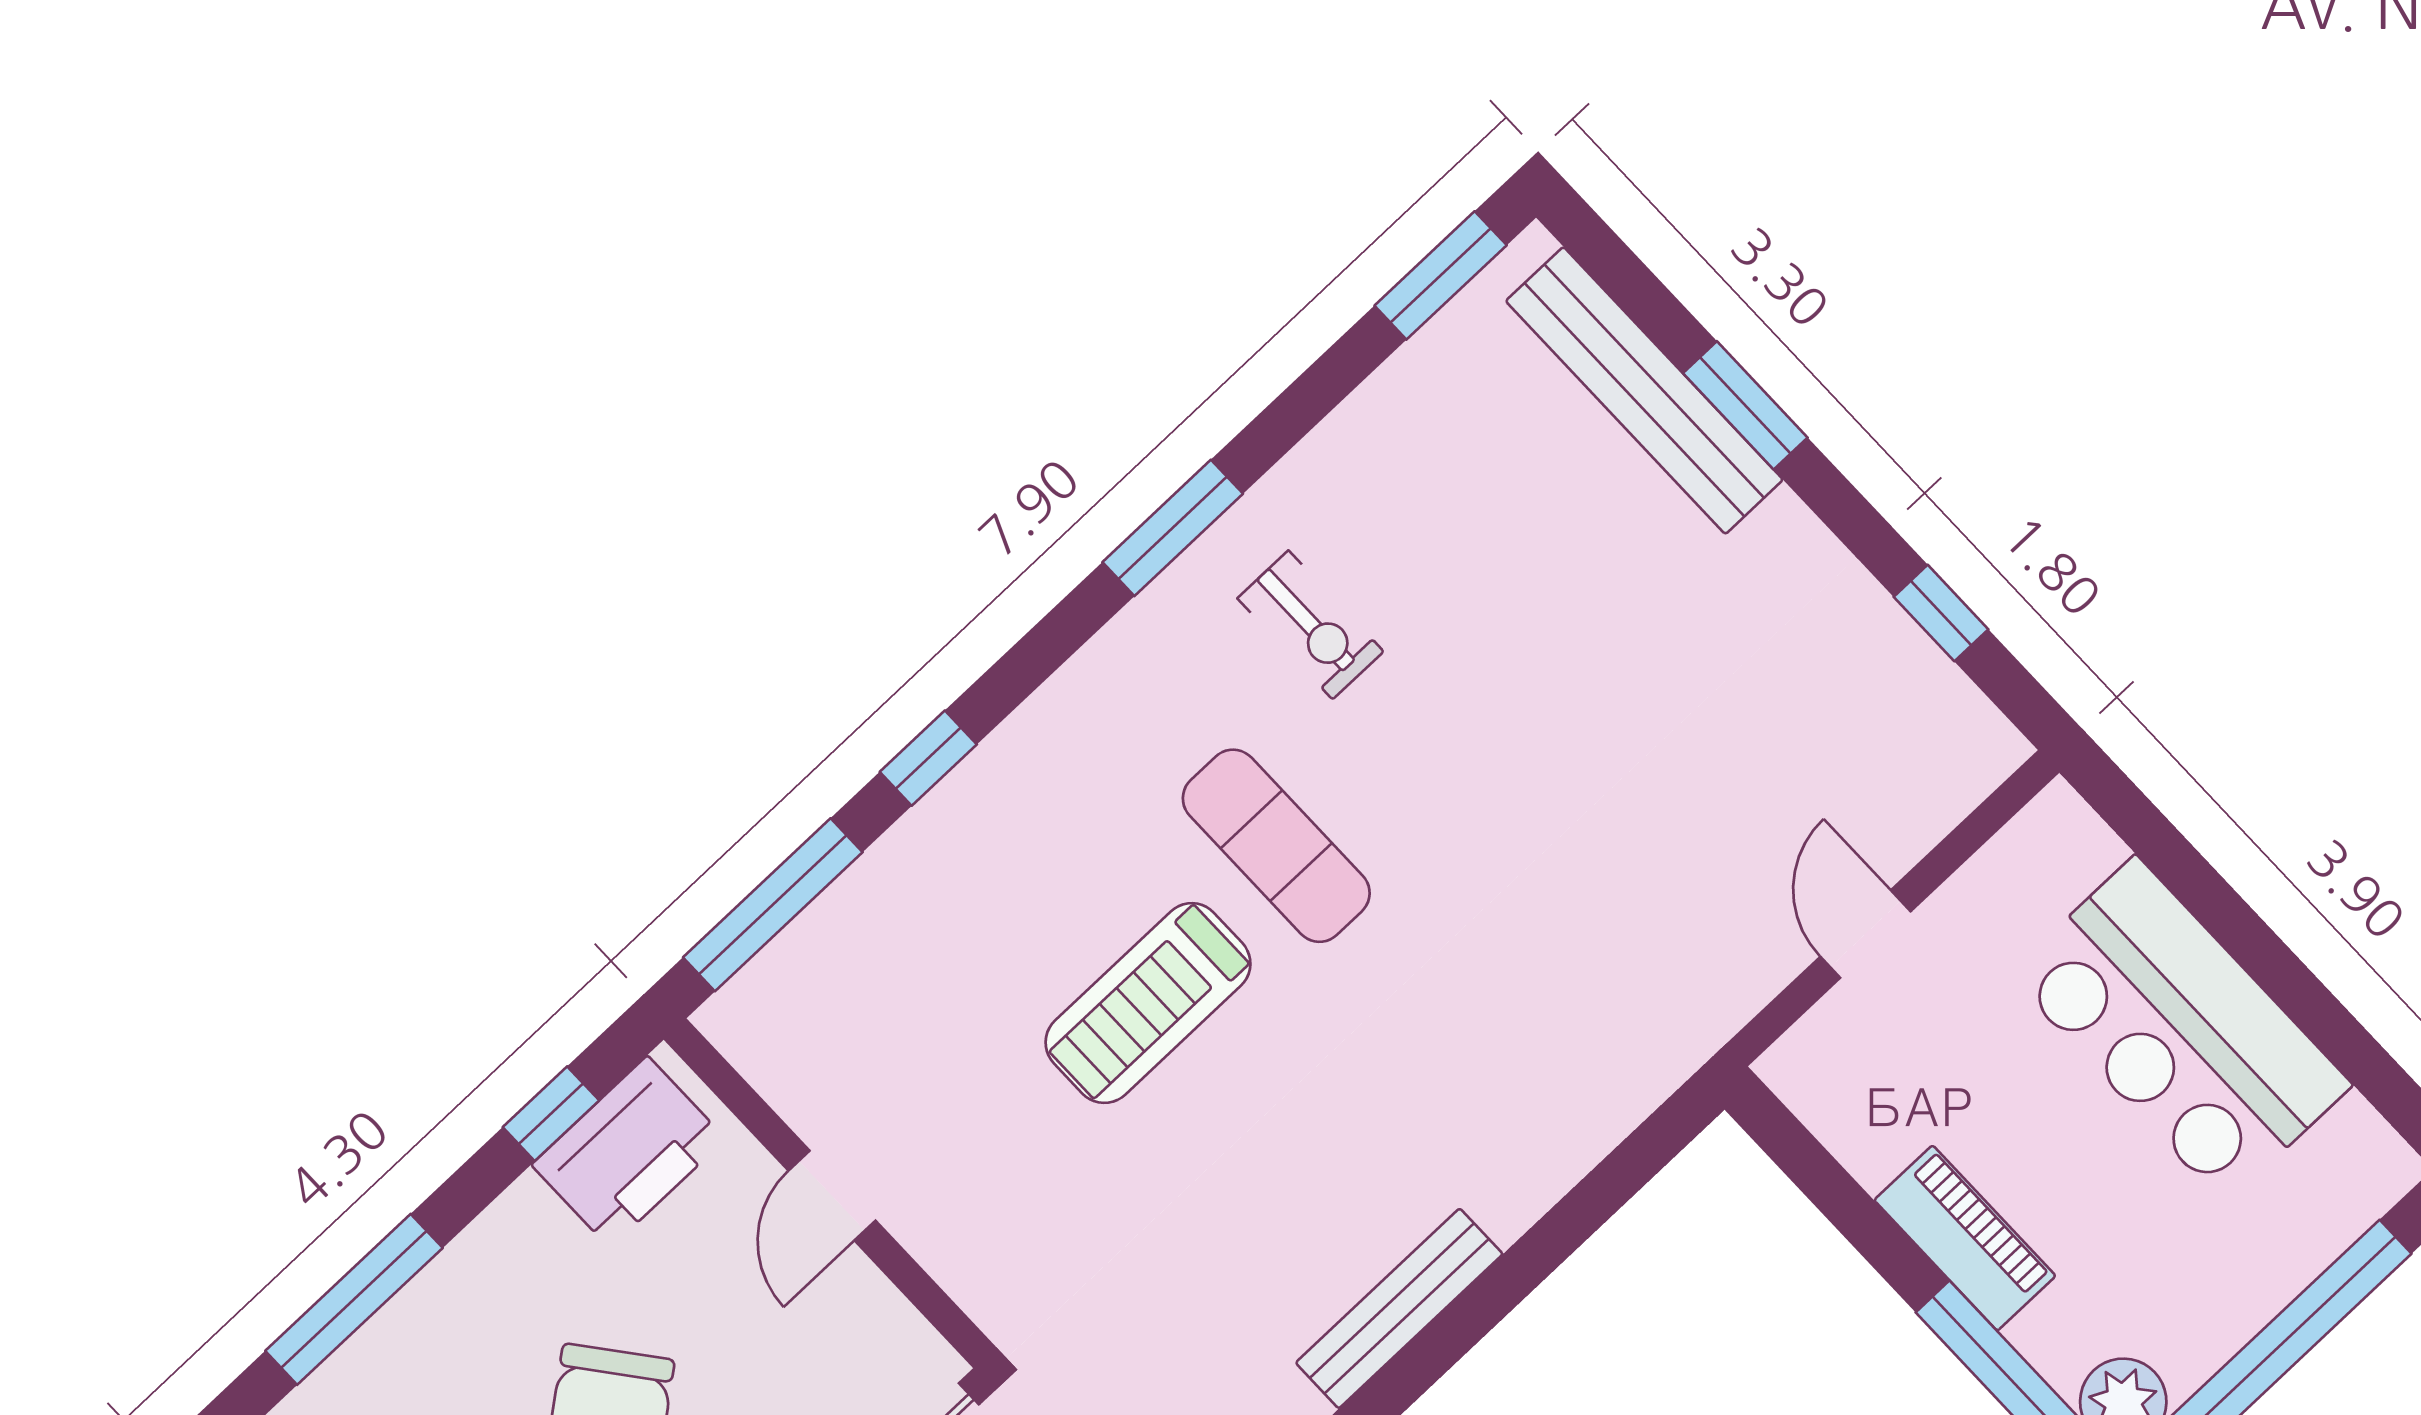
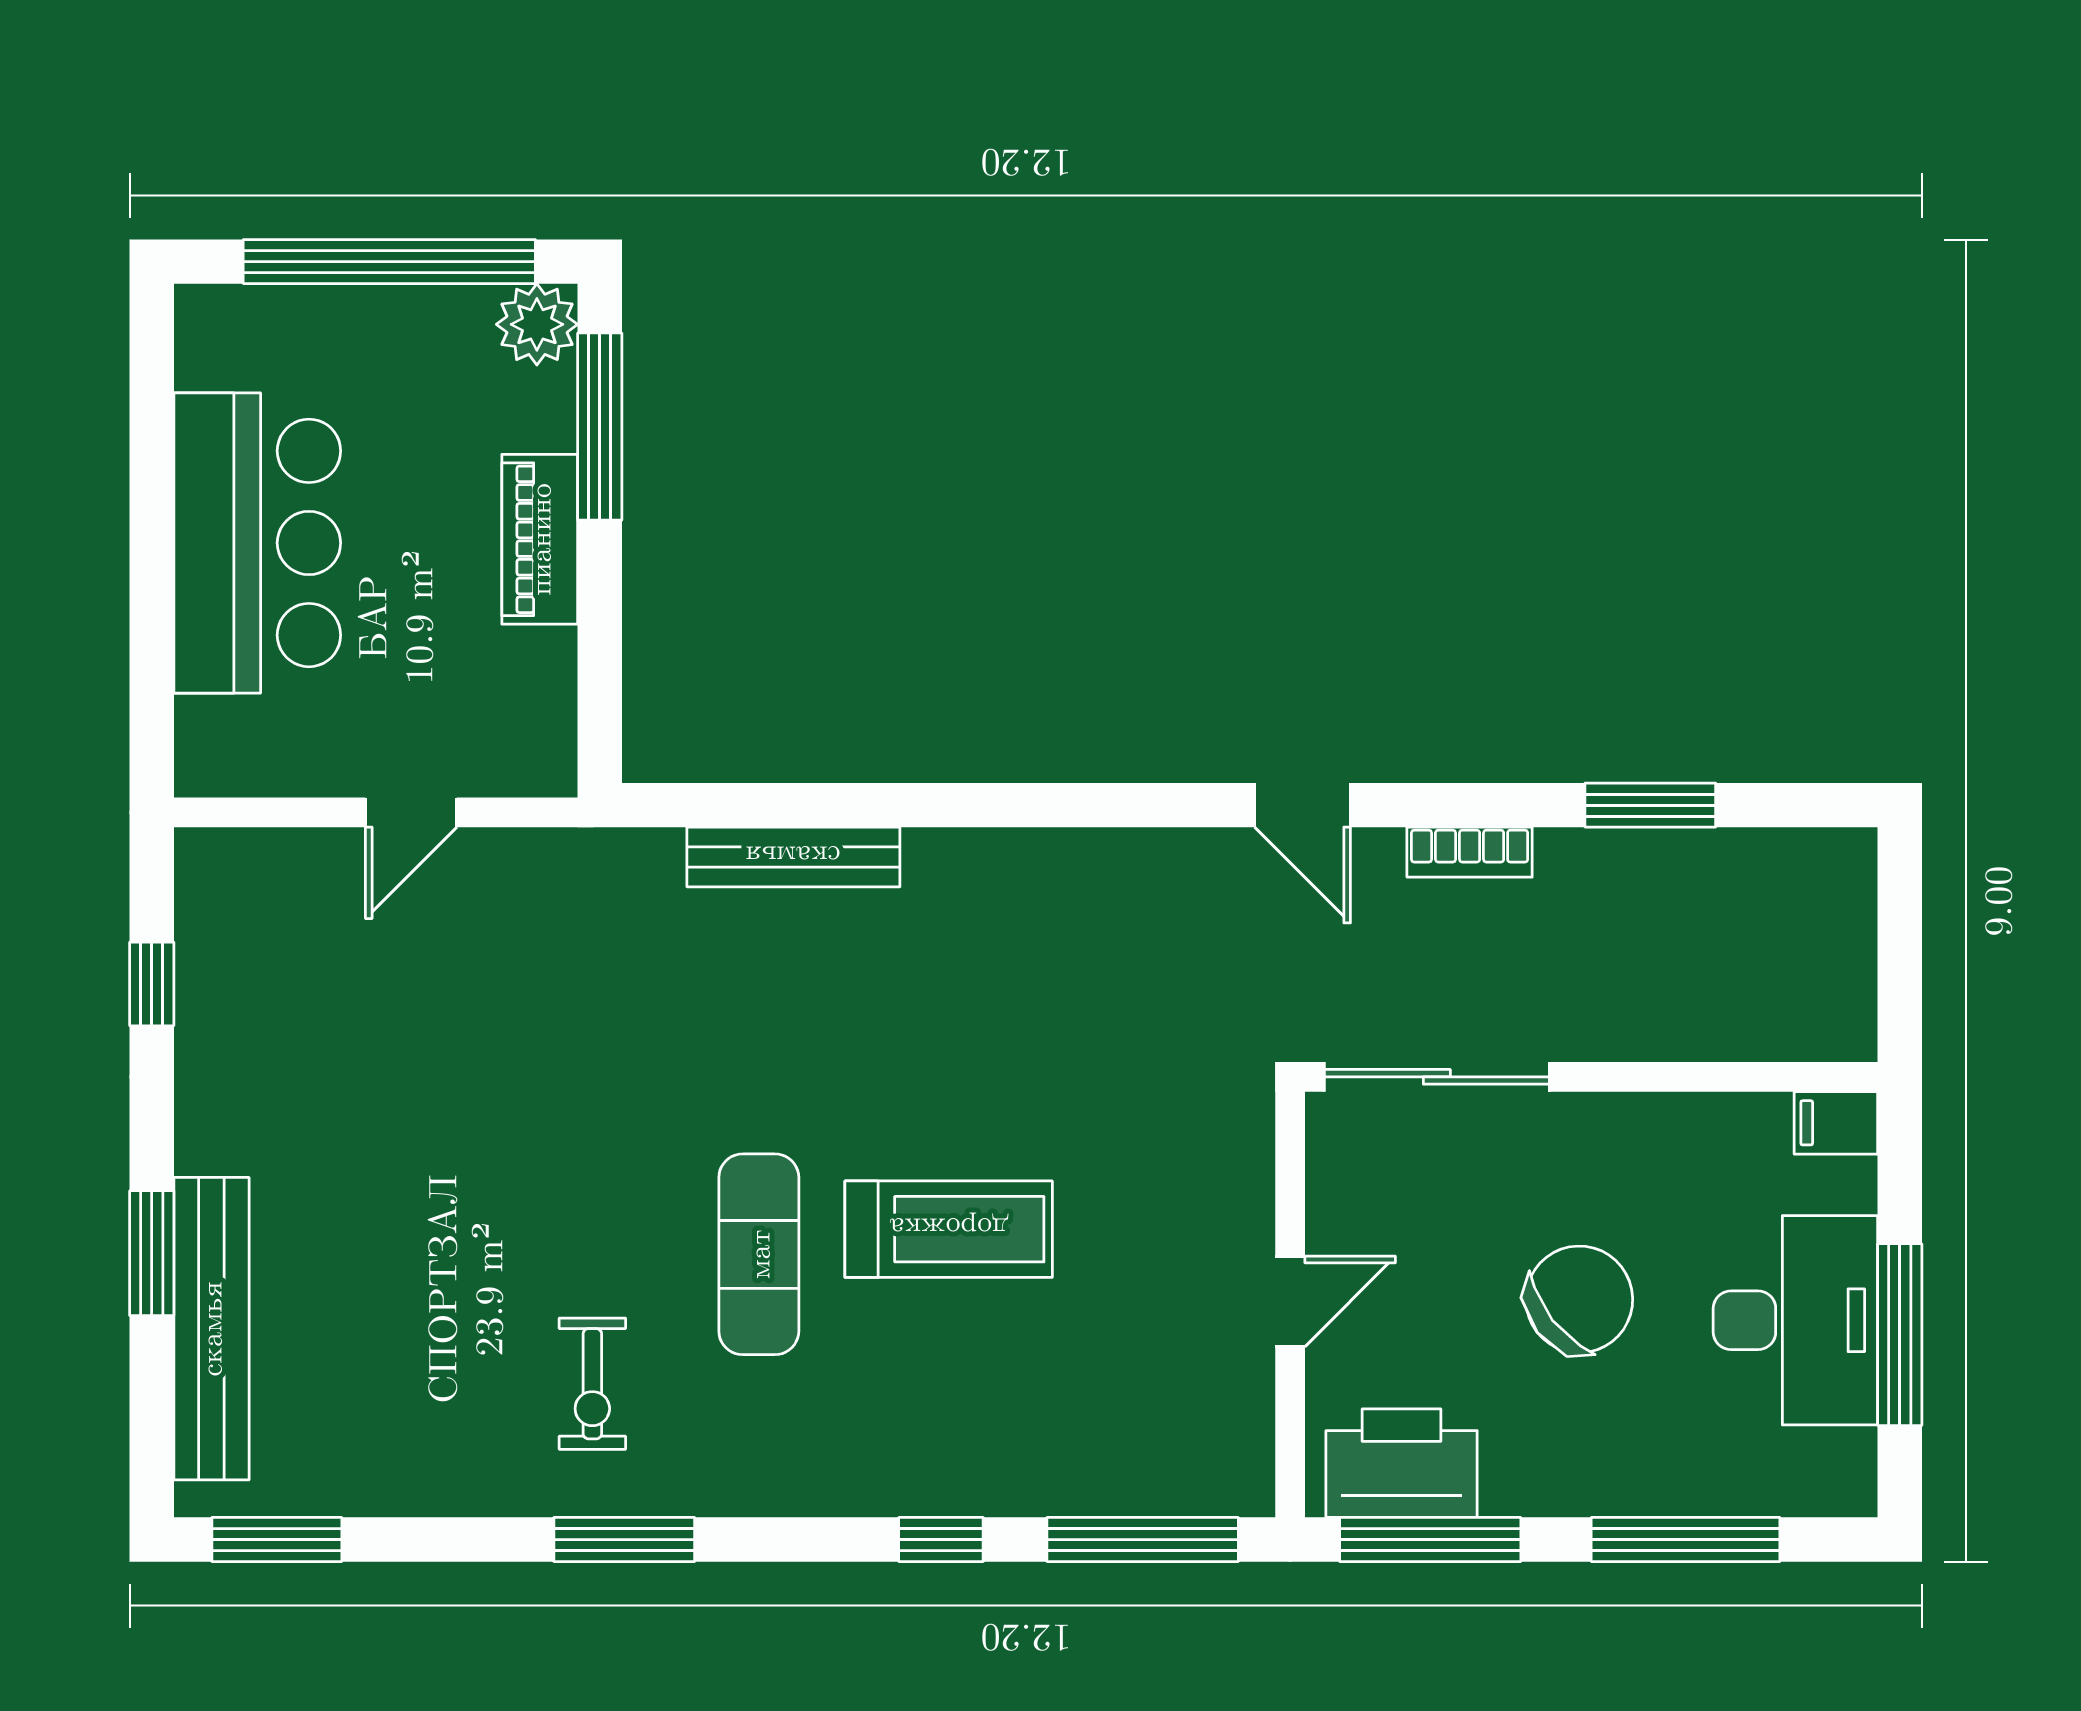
exercise bike: (1311, 625) -> (592, 1384), turned 180
window: (551, 1114) -> (1430, 1540), width x2.17
bench: (1399, 1308) -> (793, 857), moved

